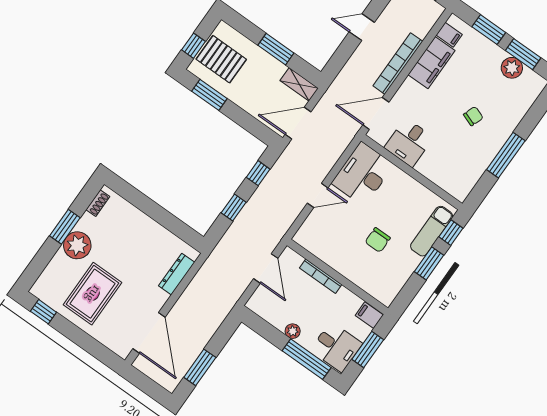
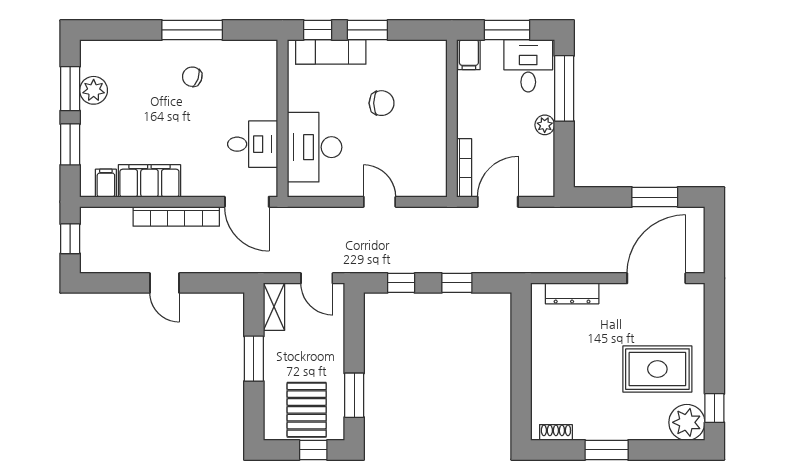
chair: (473, 116) -> (192, 77), moved
door: (298, 123) -> (317, 278), width x0.73
desk: (363, 174) -> (315, 147), moved, turned 90
plant: (77, 245) -> (687, 422), moved
bookcase: (321, 276) -> (464, 168), moved

